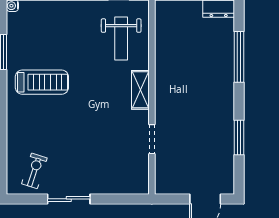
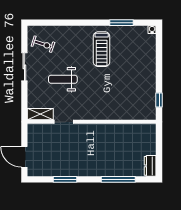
weight bench: (121, 39) -> (63, 79), moved
shelving: (140, 90) -> (40, 114), moved

